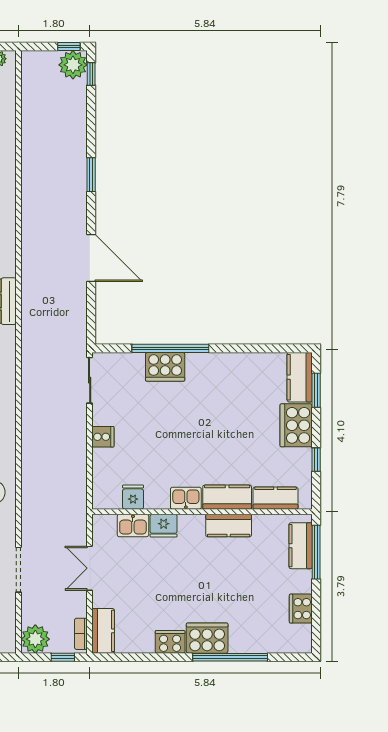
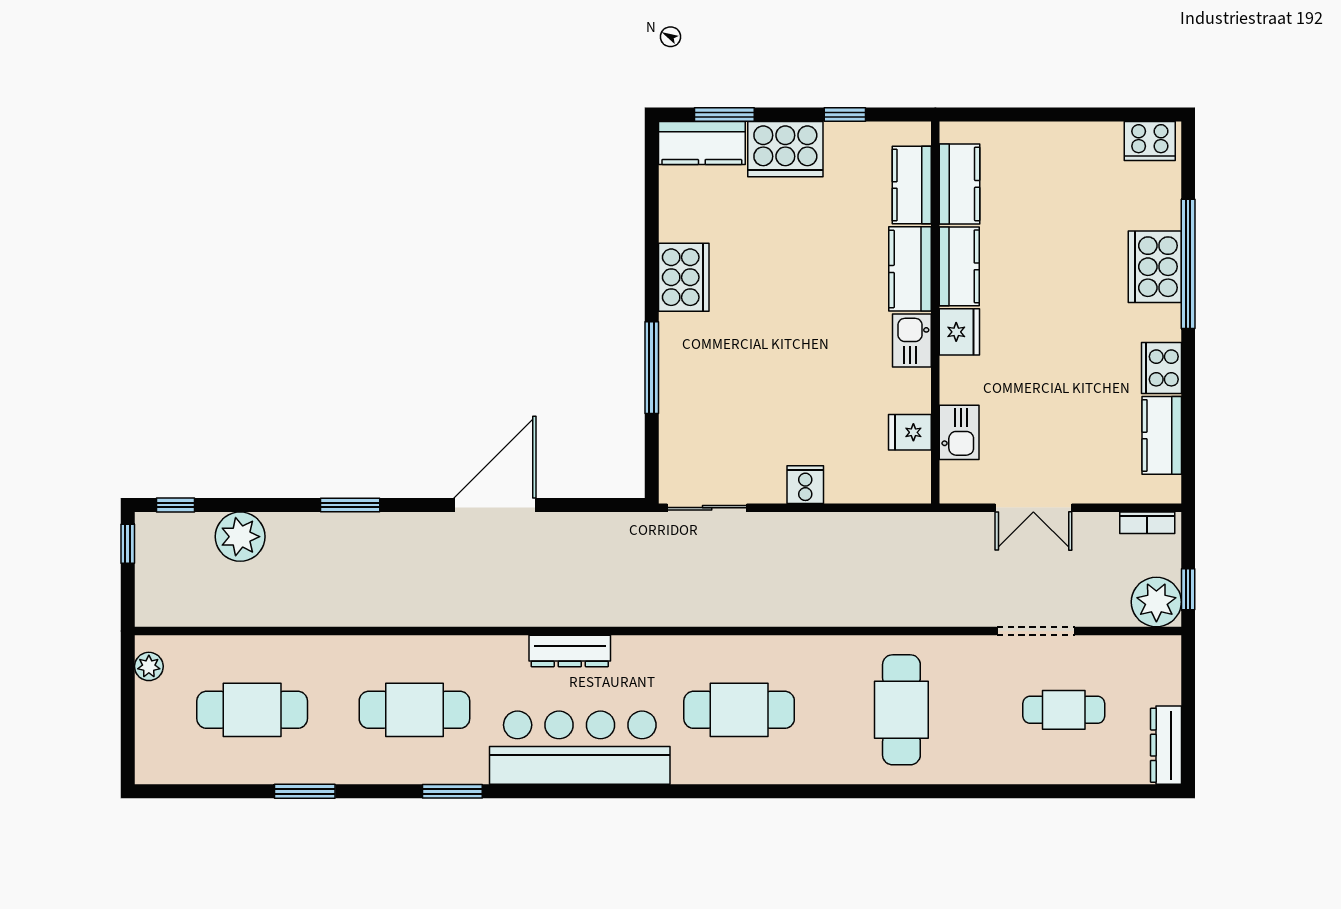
plant: (73, 65) -> (240, 537), moved
window: (170, 348) -> (652, 368), width x0.68
cooker: (165, 367) -> (684, 277), moved
fridge: (164, 526) -> (959, 332), moved
kitchen counter: (301, 546) -> (960, 184), moved, turned -90
window: (316, 552) -> (1006, 115), removed
cooker: (301, 609) -> (1150, 141), moved
kitchen counter: (103, 631) -> (1162, 435), moved, turned -90
cooker: (207, 638) -> (1155, 267), moved
window: (63, 657) -> (1188, 589), moved

